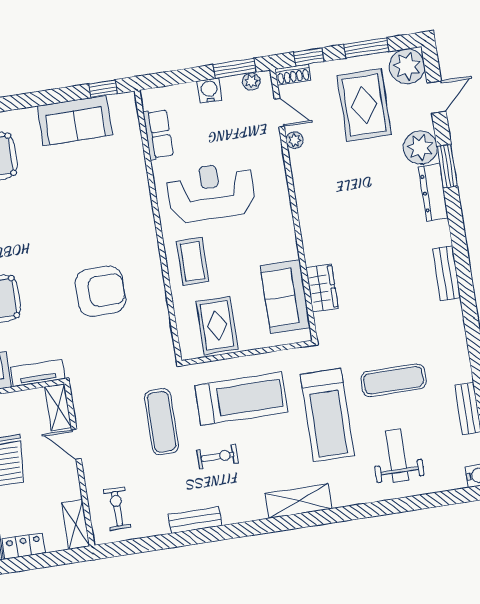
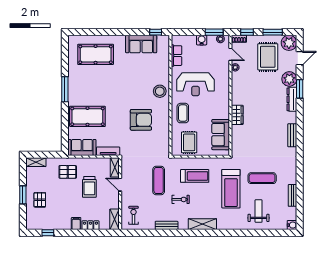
reception desk: (211, 192) -> (195, 84), turned 180
stool: (133, 220) -> (160, 91), added
wardrobe: (322, 288) -> (237, 115), moved
treadmill: (241, 399) -> (195, 176), width x0.73, depth x0.73
shelving: (298, 501) -> (202, 224), moved

